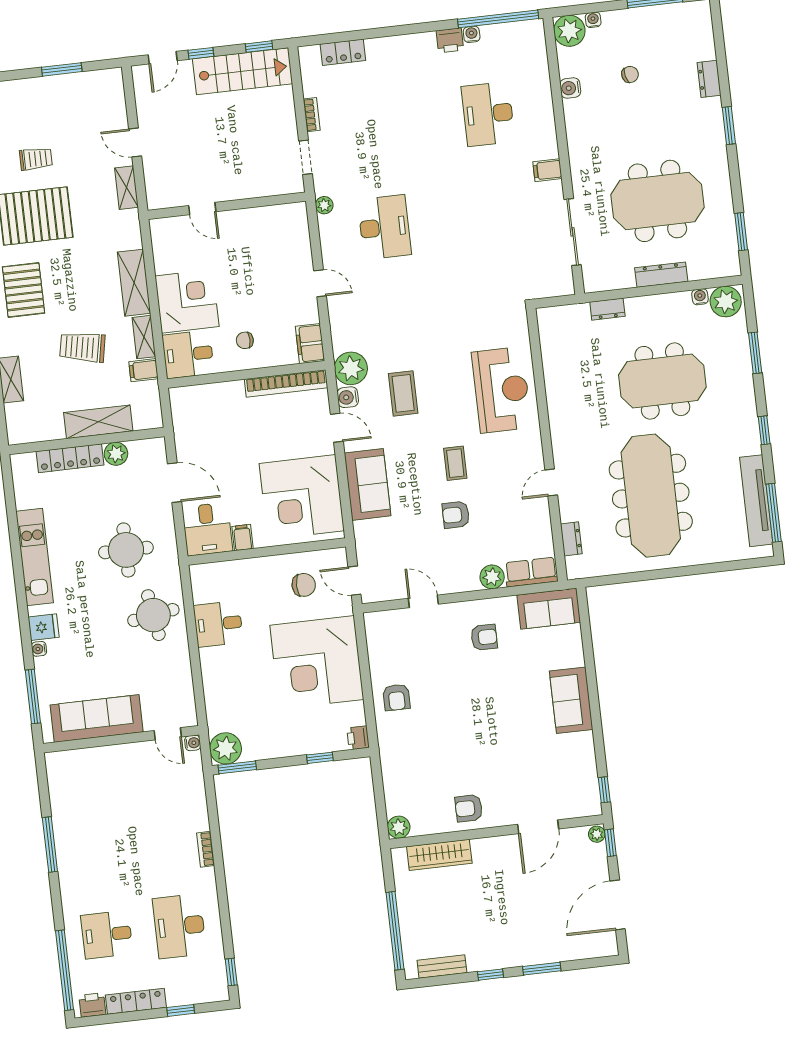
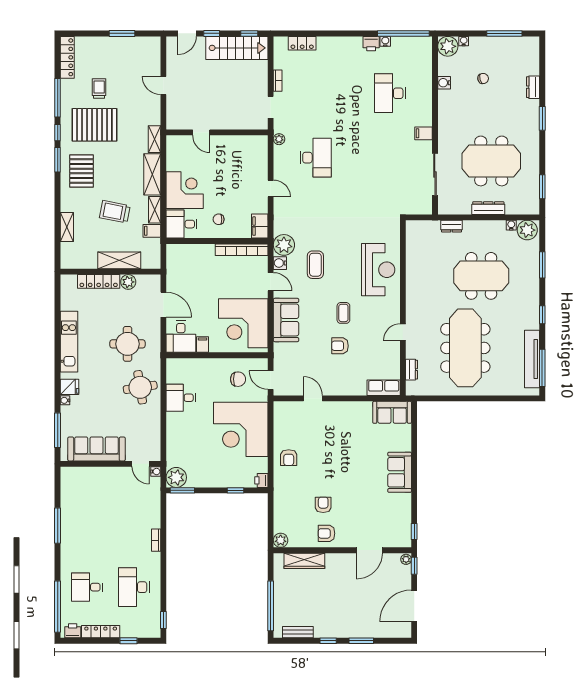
trolley: (36, 159) -> (99, 88), turned -90
shelving: (126, 188) -> (155, 139), moved
plant: (492, 577) -> (358, 388), removed
armchair: (484, 637) -> (323, 505), moved, turned -90

